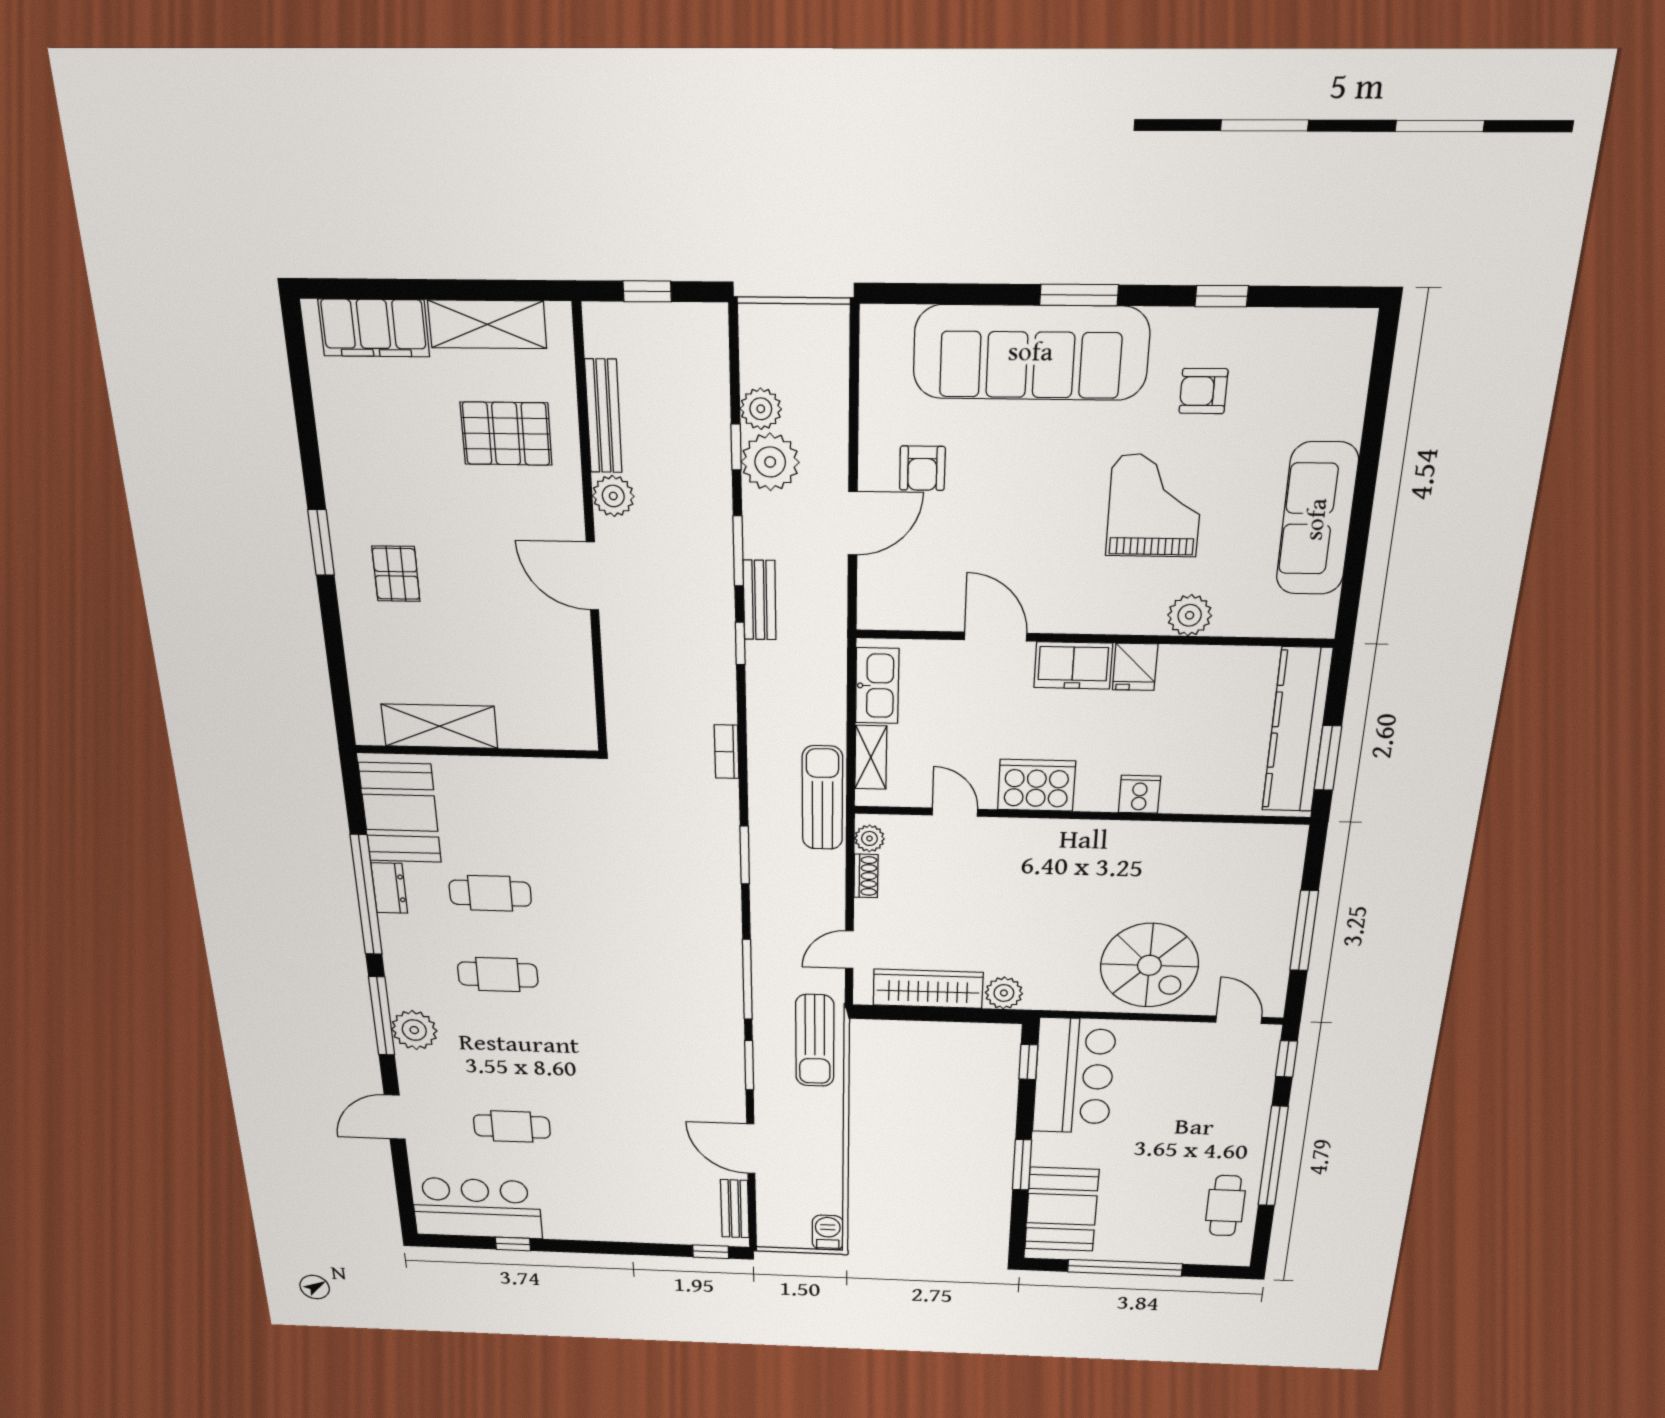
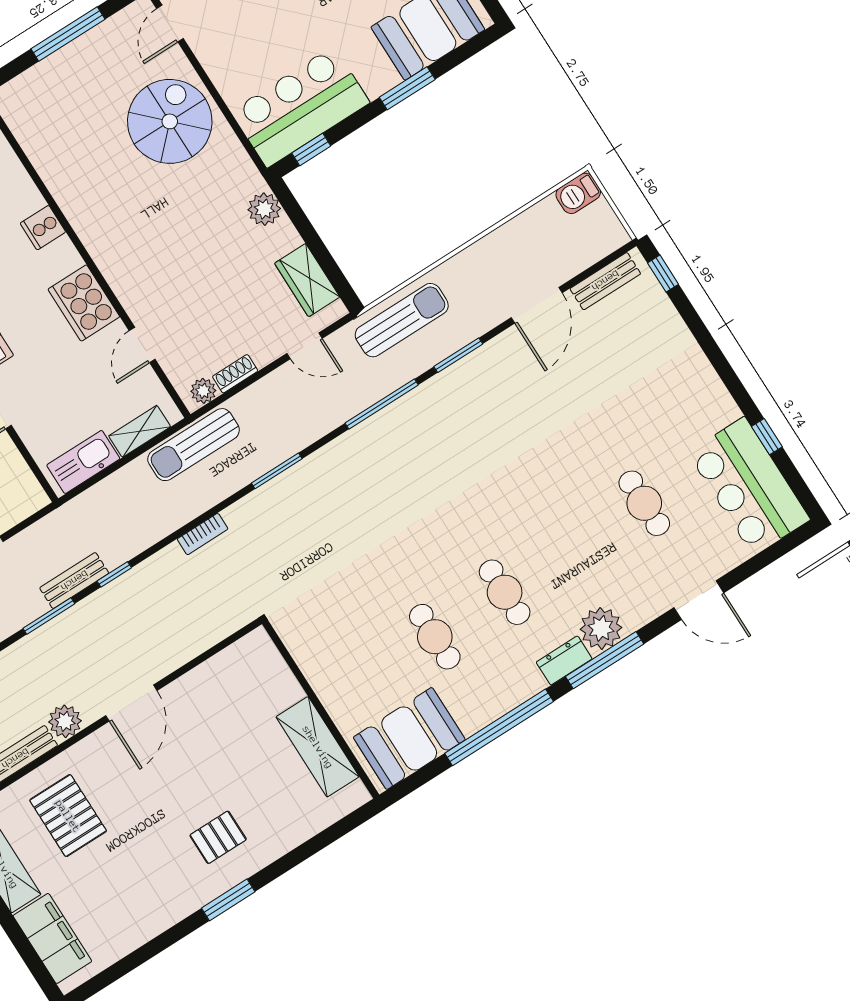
dresser: (389, 888) -> (564, 660), moved
wardrobe: (928, 989) -> (307, 280), width x0.67

